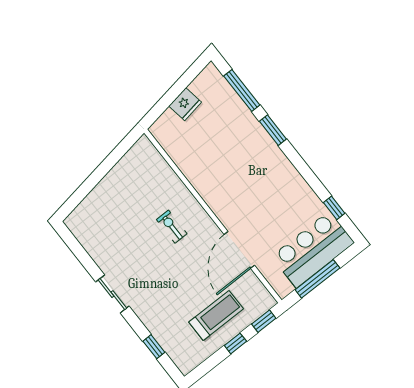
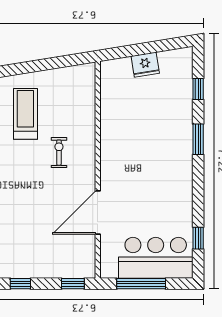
window: (242, 91) -> (198, 89), width x0.46
treadmill: (216, 315) -> (25, 114), moved, turned -90
window: (235, 343) -> (20, 284), moved

